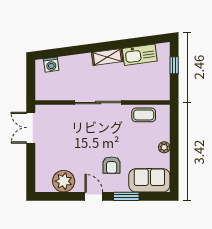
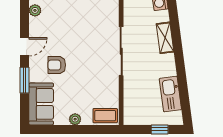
shelving: (107, 57) -> (165, 38), moved
coffee table: (144, 115) -> (105, 116), moved, turned 90
plant: (64, 181) -> (35, 10), width x0.53, depth x0.53

